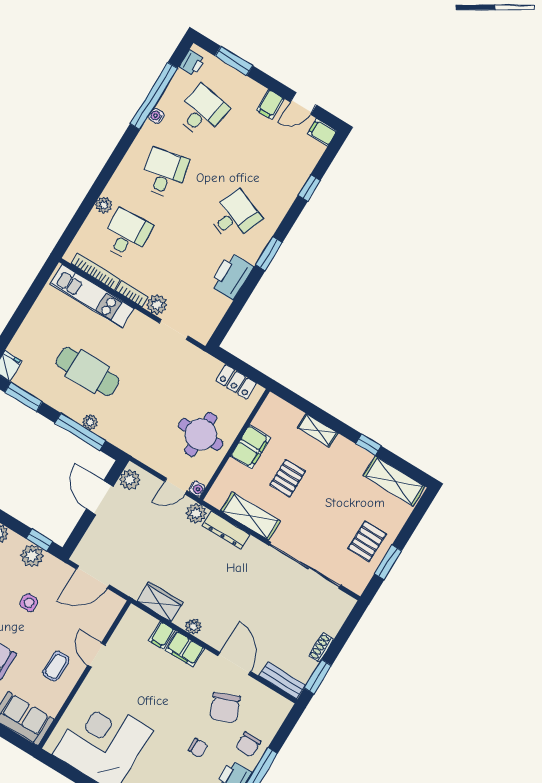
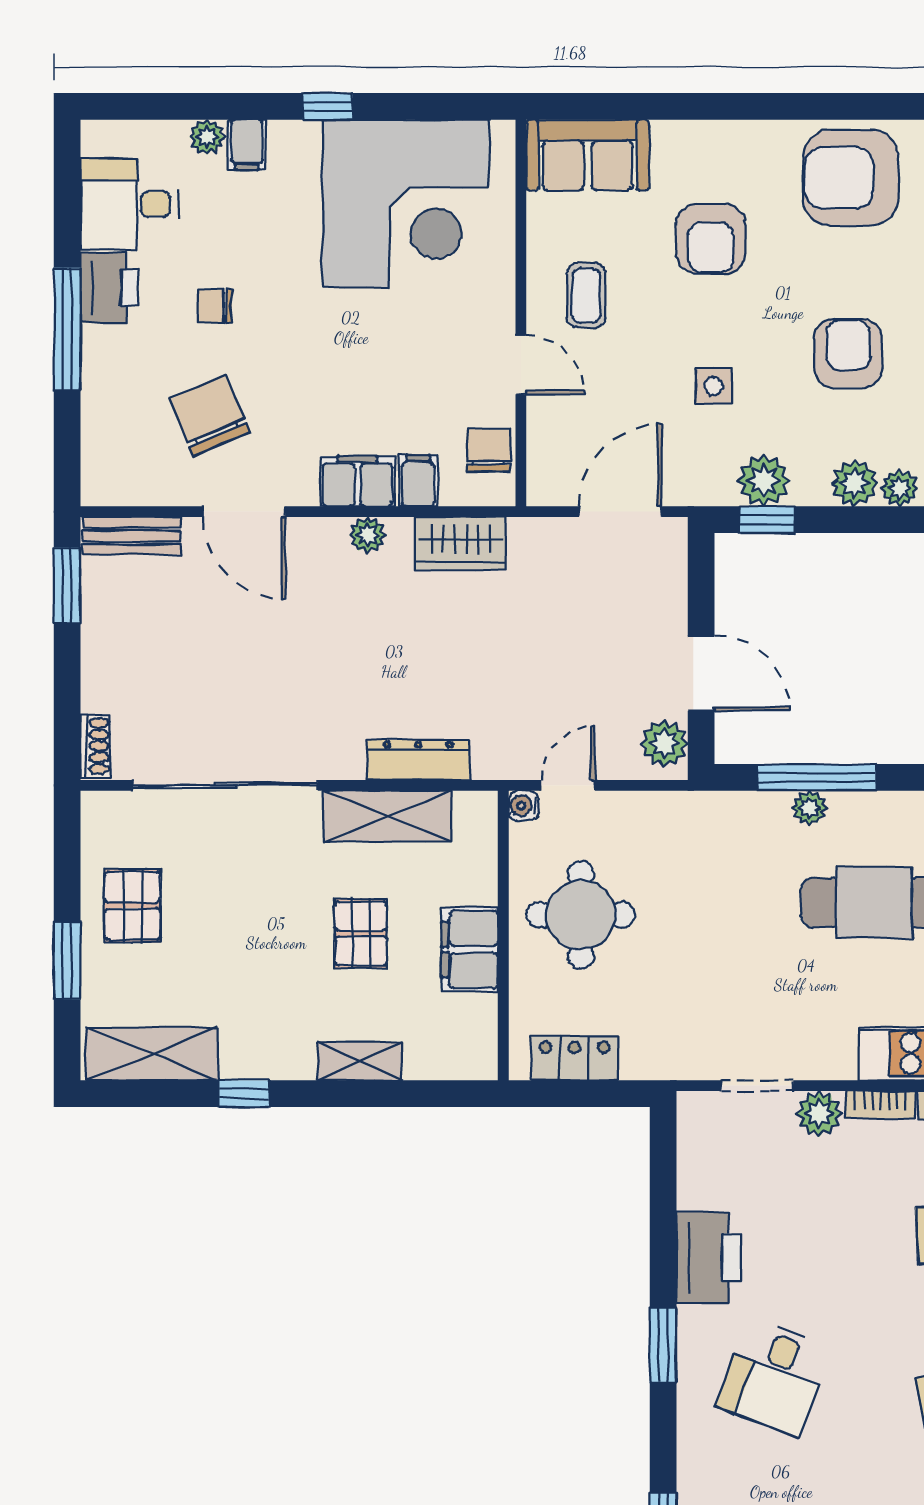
plant: (196, 513) -> (496, 757), removed
window: (388, 562) -> (67, 961), moved
shoe rack: (321, 648) -> (96, 746), moved
chair: (248, 744) -> (489, 450), moved

